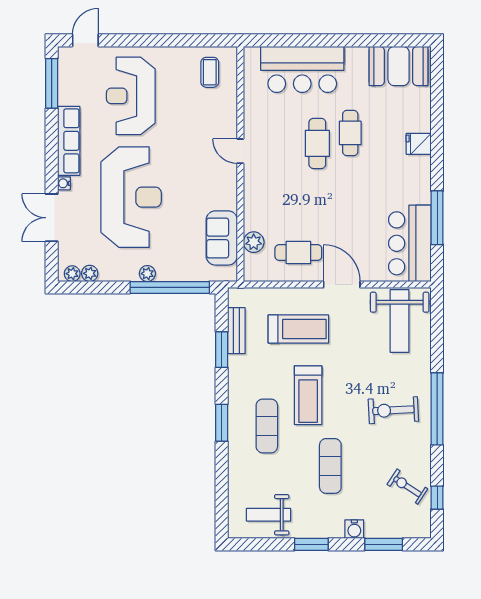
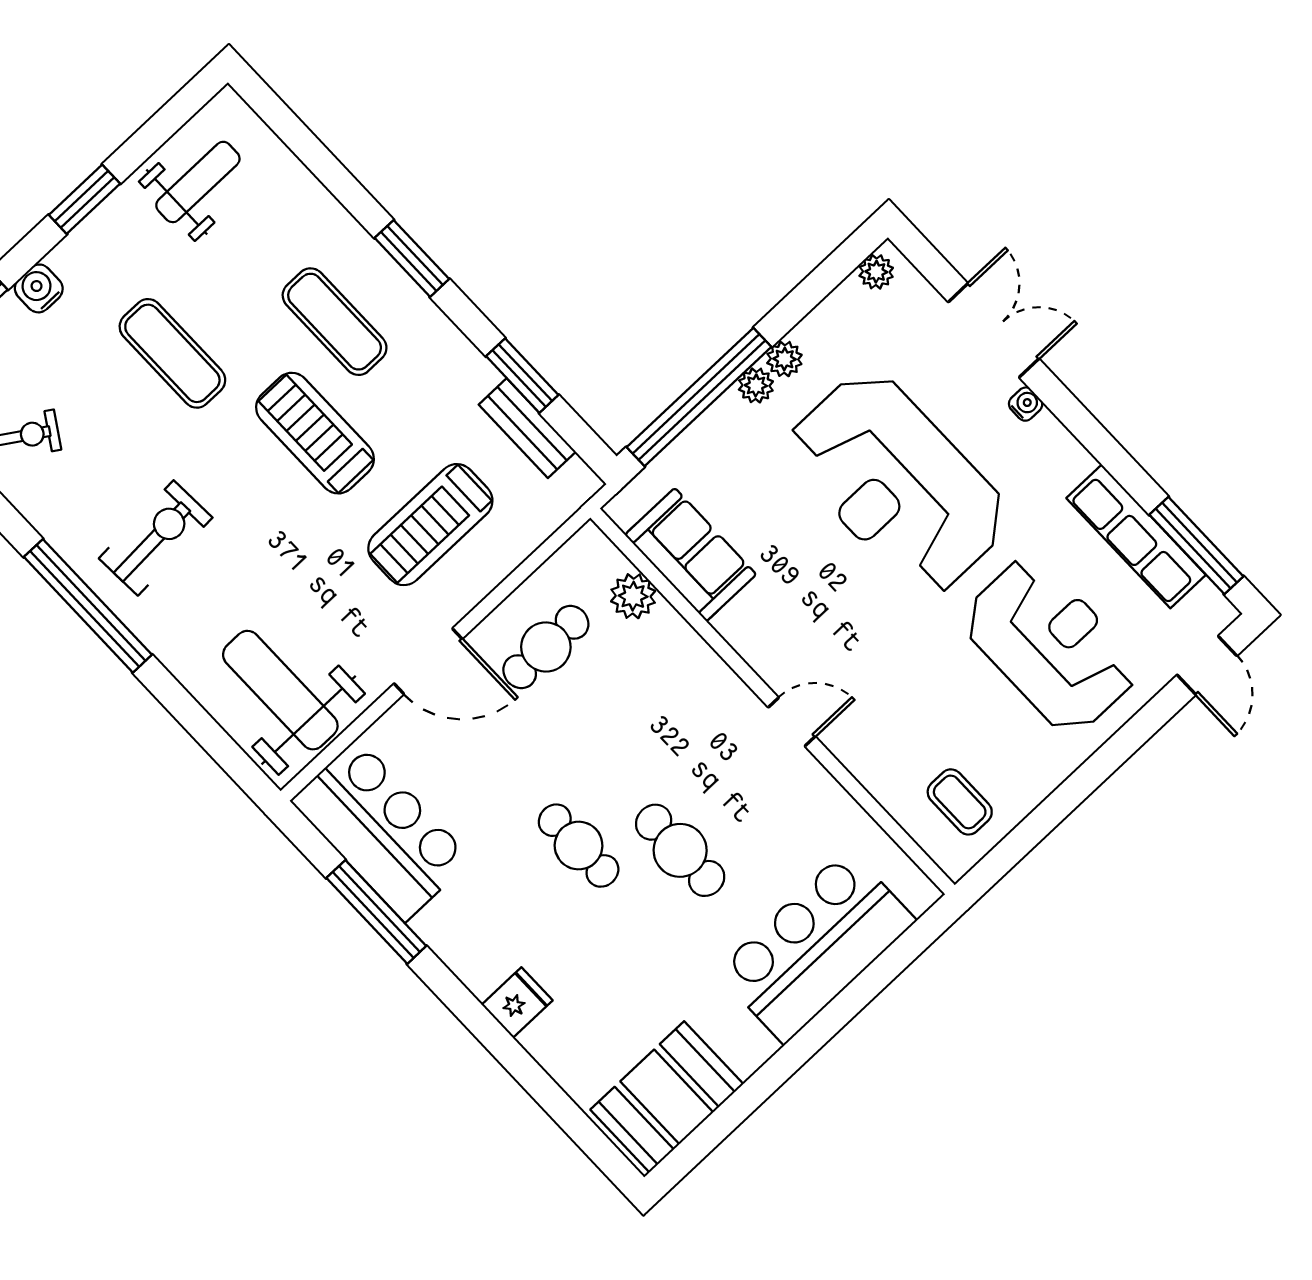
cafe table: (350, 133) -> (579, 846), moved
row of seats: (69, 141) -> (1136, 536), moved
plant: (90, 273) -> (784, 359), moved

